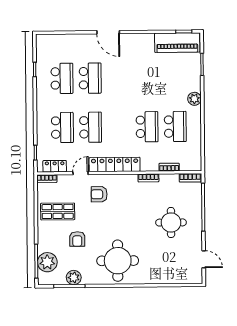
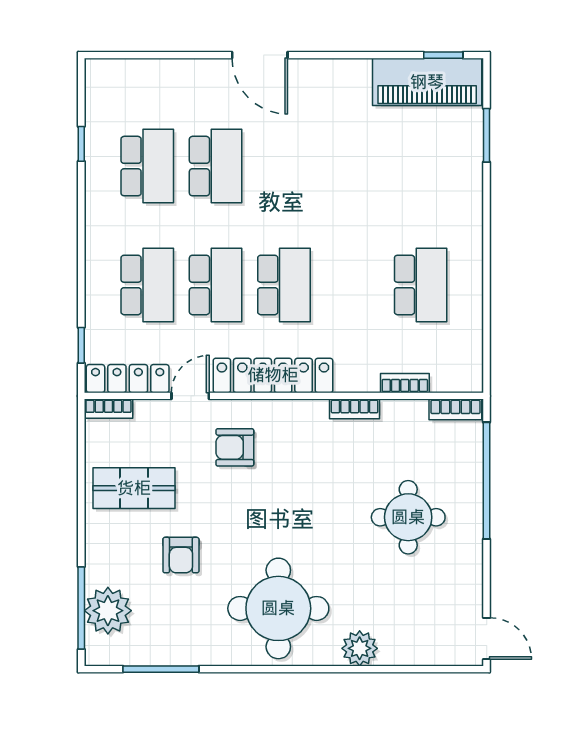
plant: (194, 99) -> (467, 218), removed
school desk: (147, 127) -> (284, 285), moved
locker: (55, 166) -> (128, 379), width x1.53
door: (204, 259) -> (487, 638), moved
plant: (74, 278) -> (360, 648), moved

